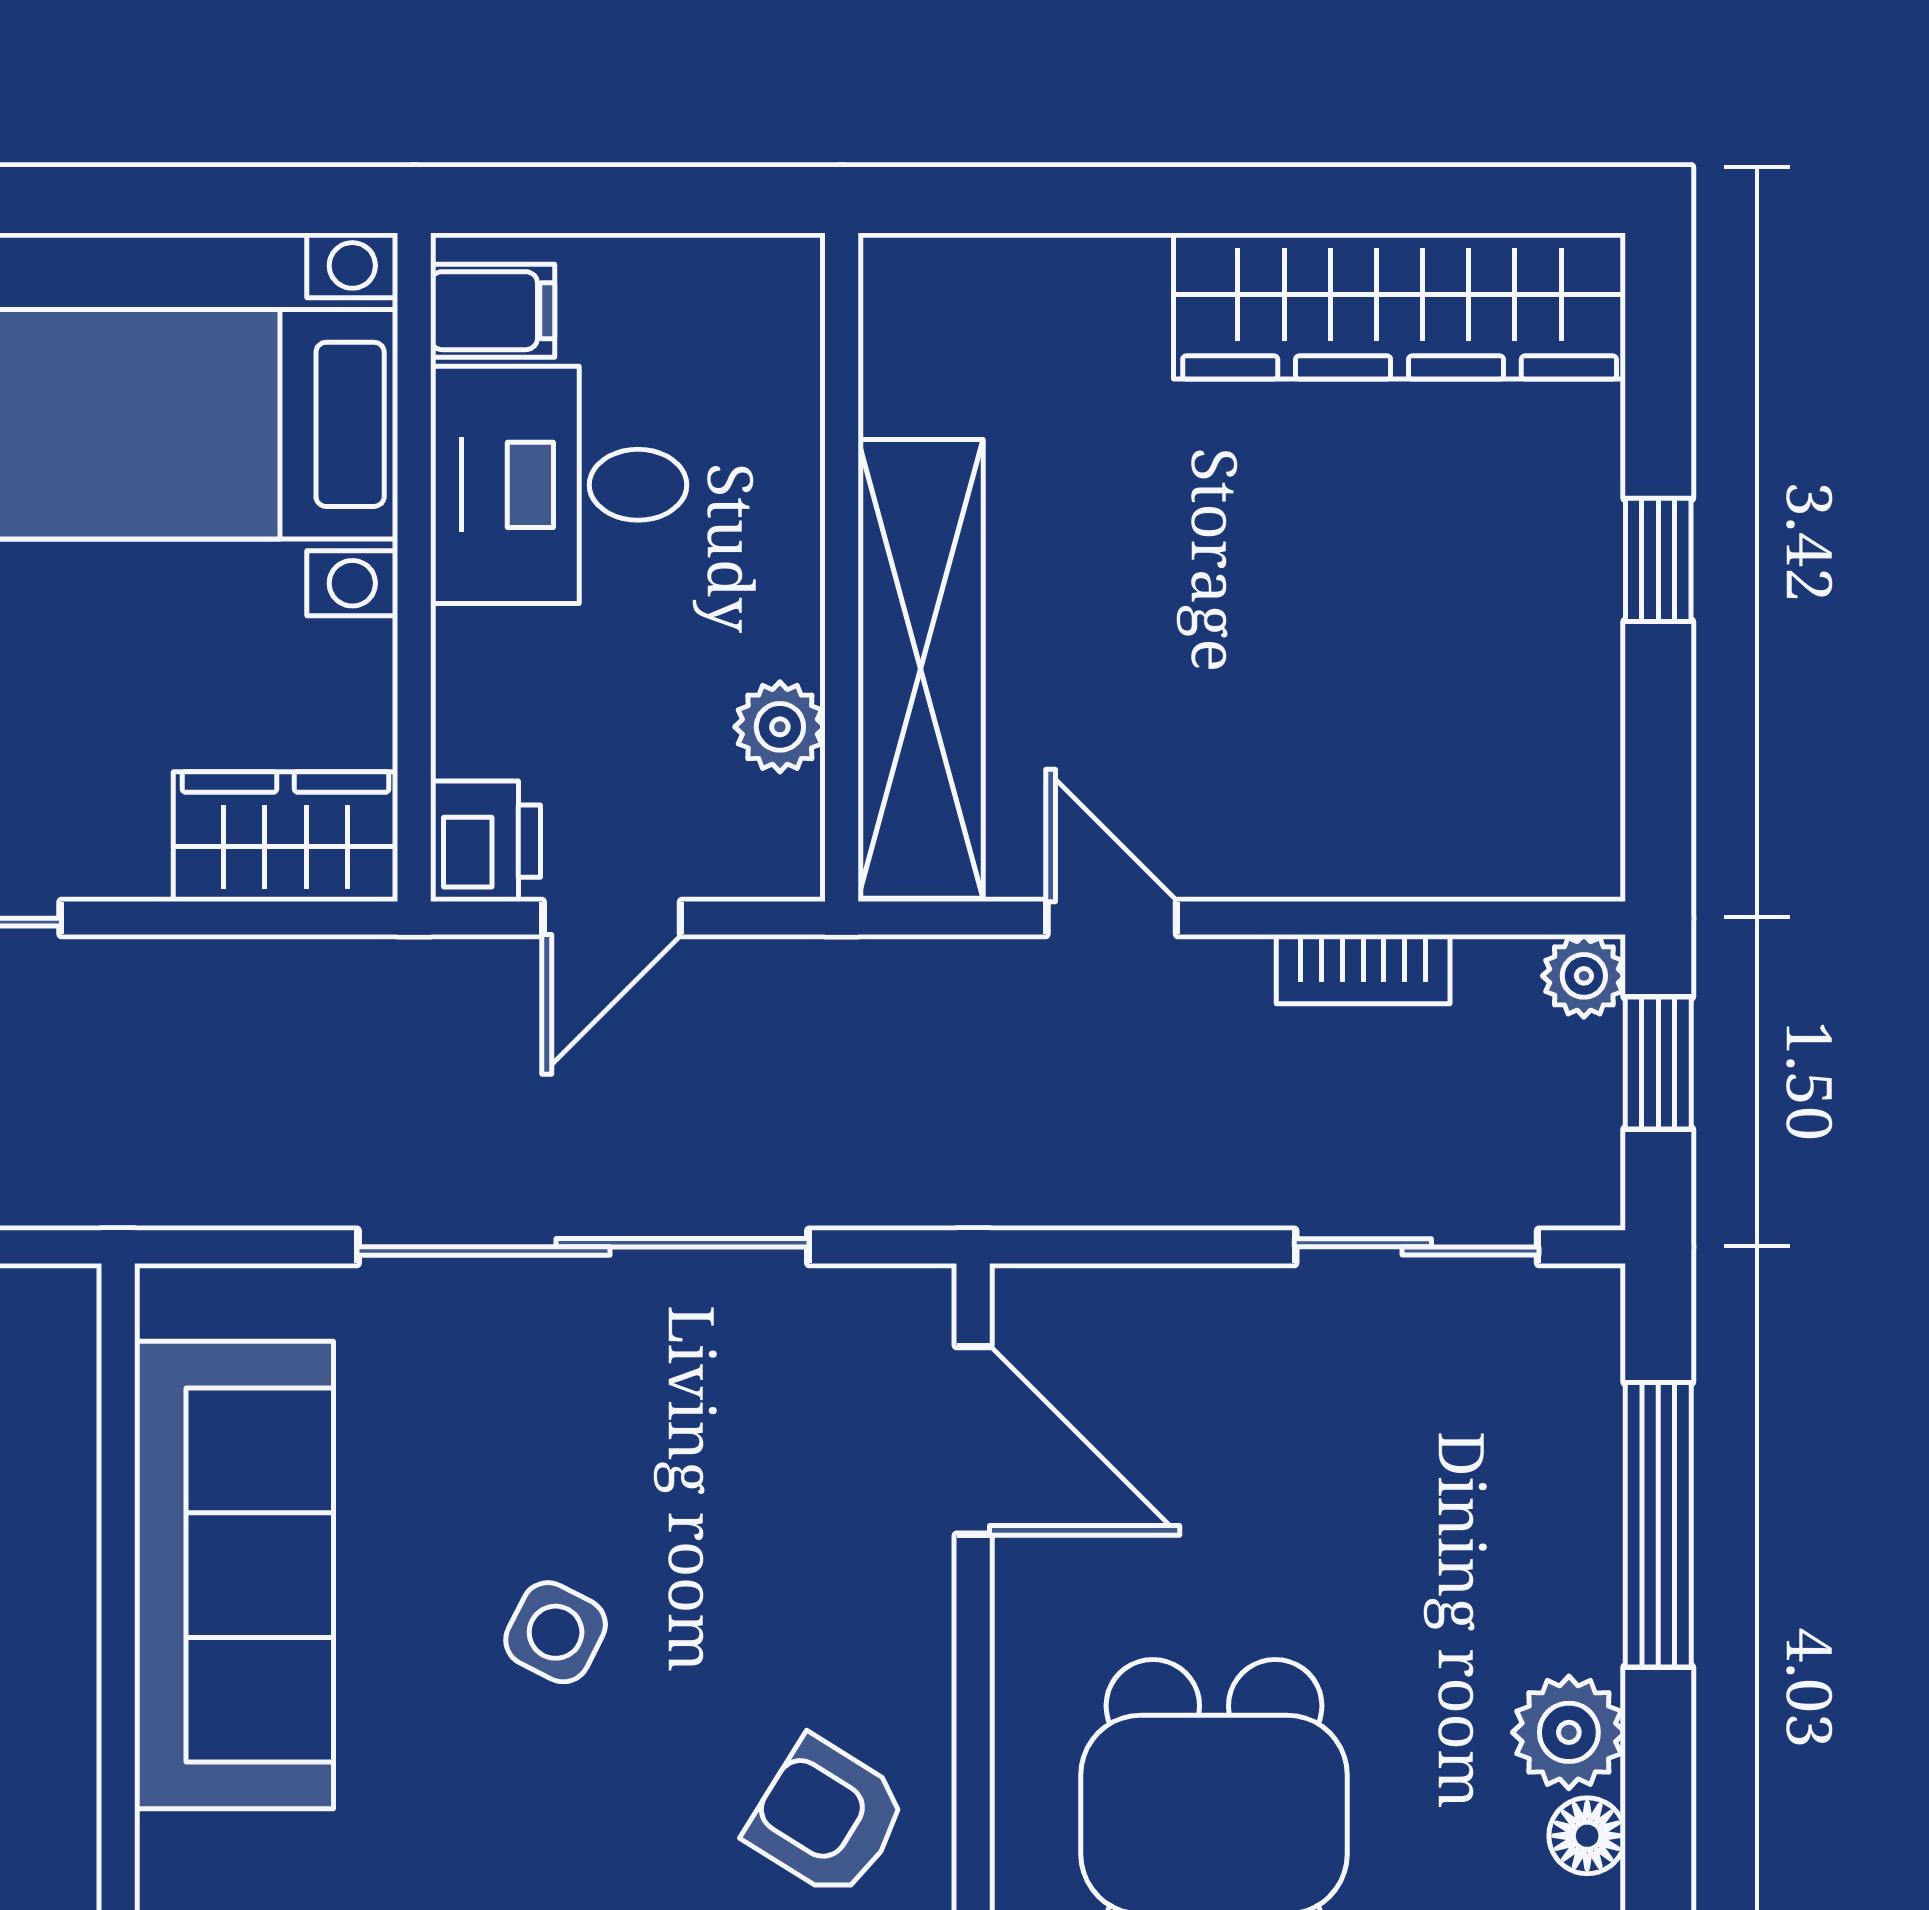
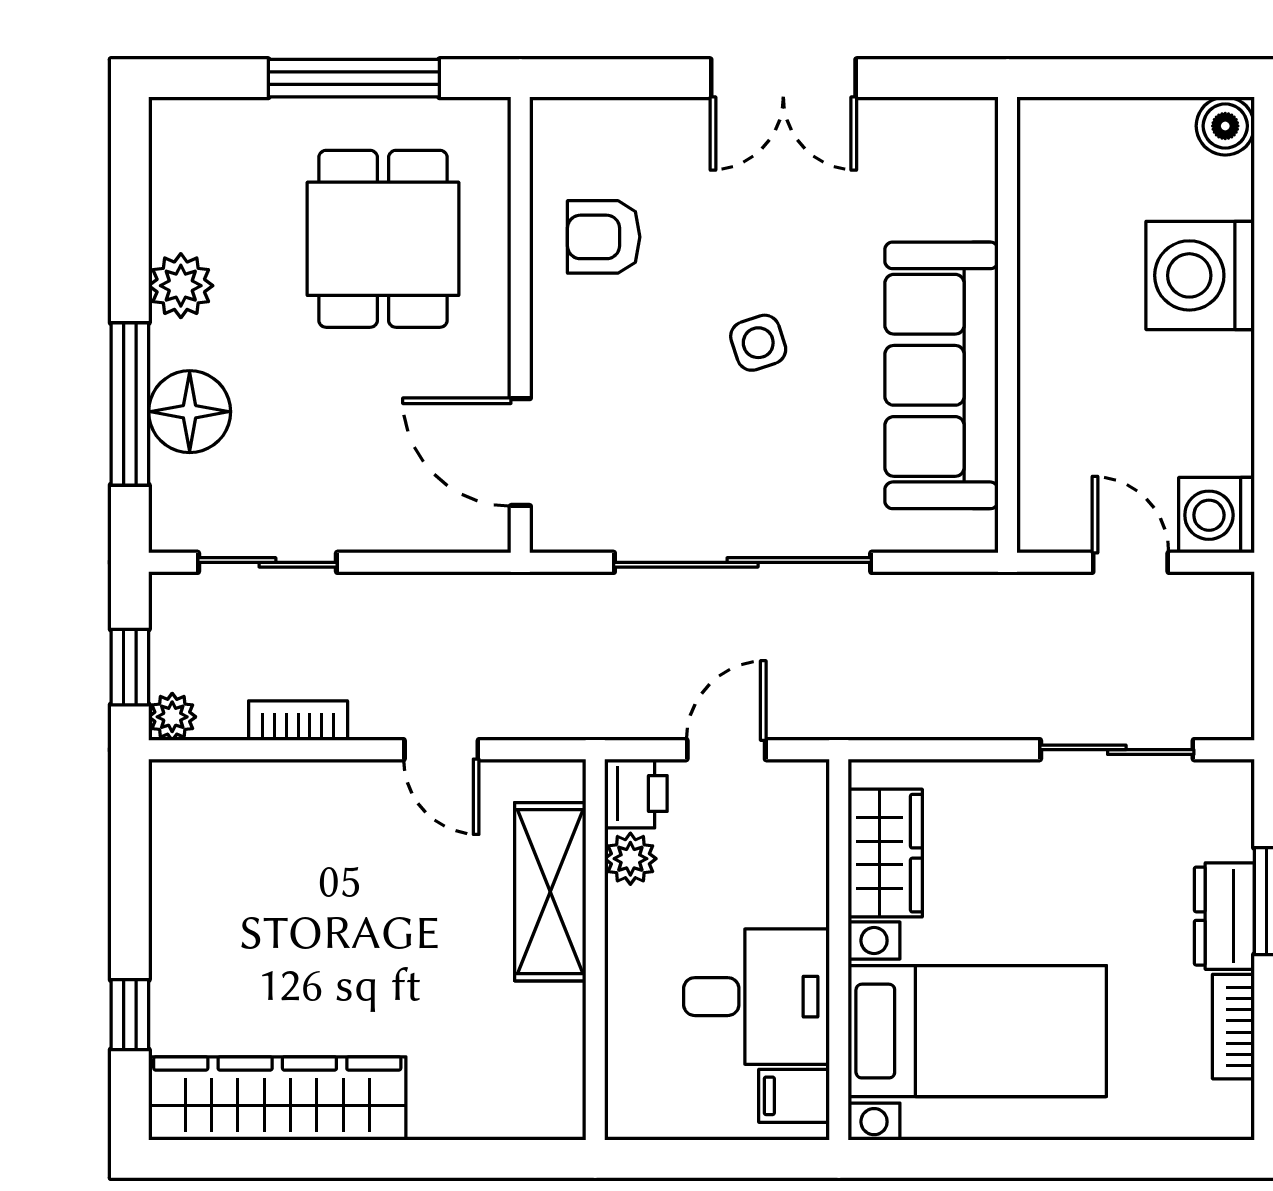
window: (1658, 560) -> (130, 1015), moved
shelving: (921, 669) -> (550, 892), width x0.68
wardrobe: (286, 837) -> (885, 853), moved, turned -90
printer: (485, 841) -> (636, 794), moved, turned 180
side table: (556, 1632) -> (758, 343), turned 45
armchair: (827, 1818) -> (604, 237), turned 148
floor lamp: (1587, 1836) -> (190, 412), moved, width x1.89, depth x1.89

